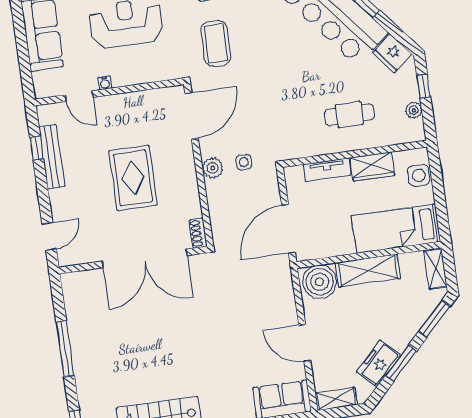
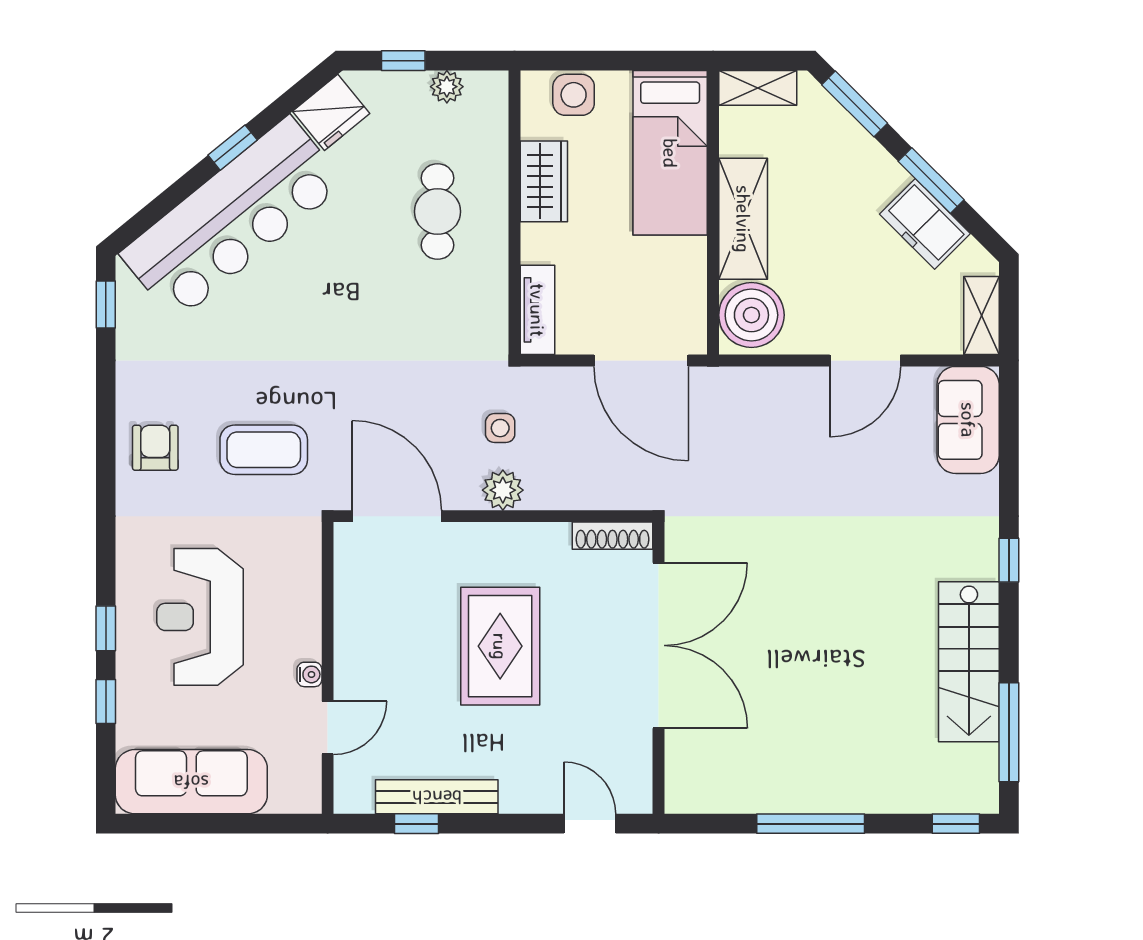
tv unit: (327, 170) -> (537, 310), moved
rug: (133, 178) -> (500, 646), turned 90
shoe rack: (198, 233) -> (612, 536), width x1.43

